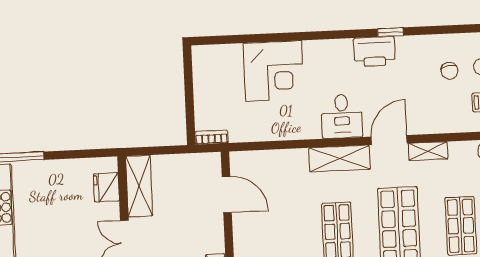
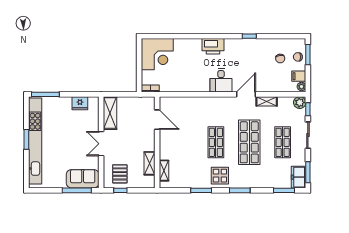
printer: (374, 52) -> (213, 46), moved
corner desk: (274, 71) -> (157, 54), moved
shelving: (340, 159) -> (219, 103), removed
fridge: (106, 187) -> (80, 103), moved, turned -90

